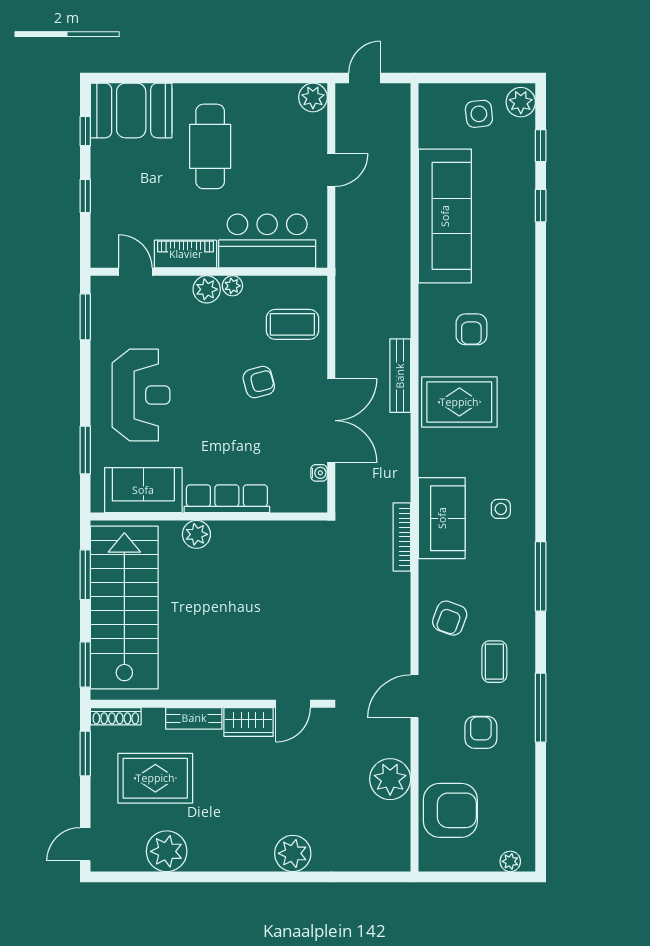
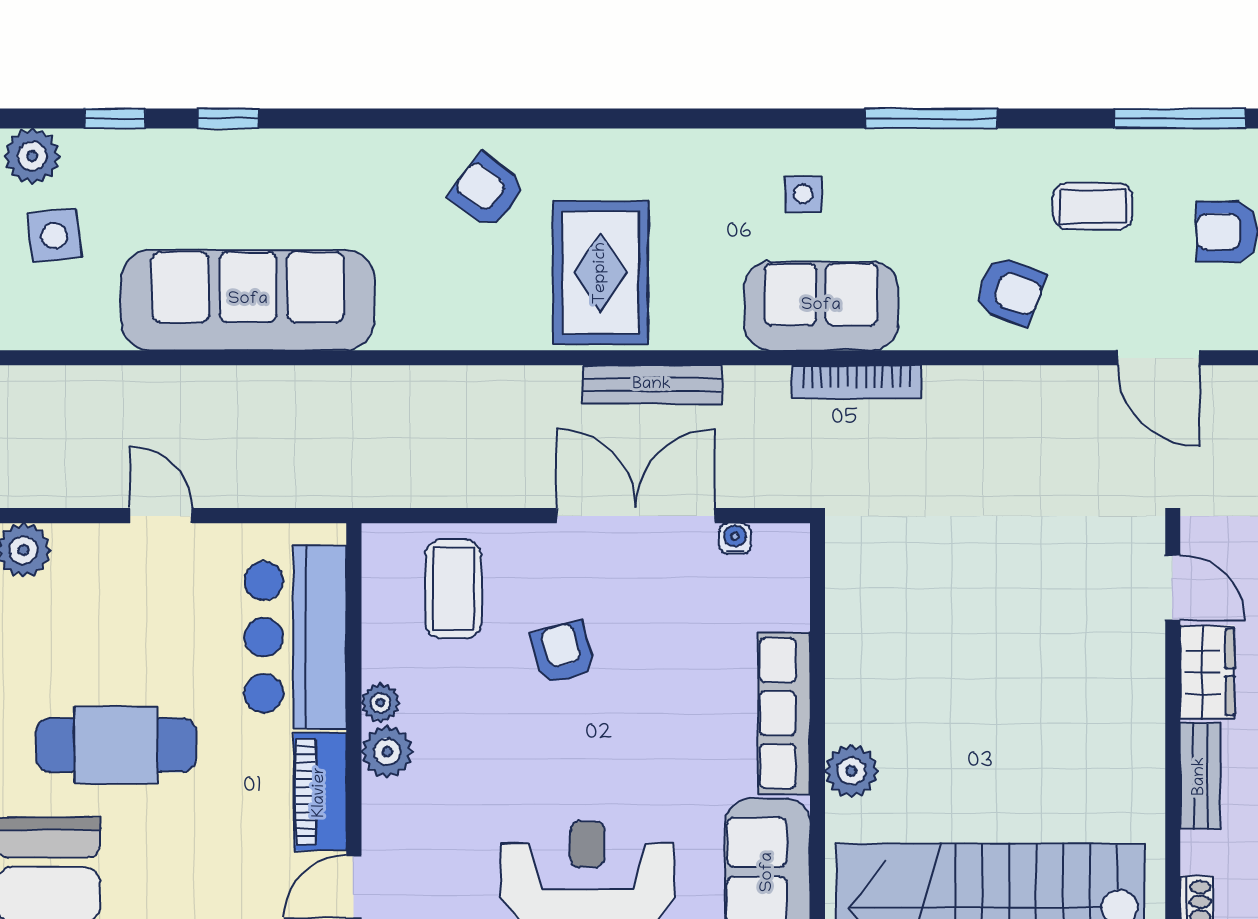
armchair: (471, 329) -> (487, 191), moved, turned -143
bench: (400, 376) -> (652, 385), moved

